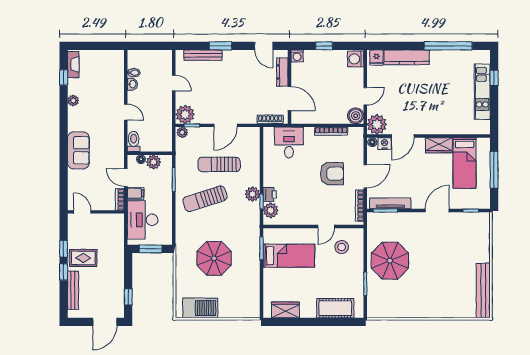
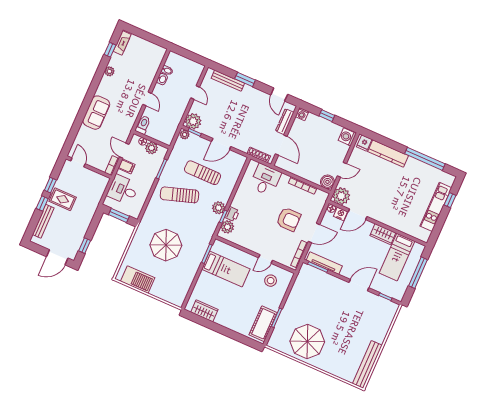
desk: (143, 220) -> (123, 190), width x0.73
parasol: (390, 261) -> (307, 342), moved
cot: (335, 308) -> (263, 324), moved, turned 90

